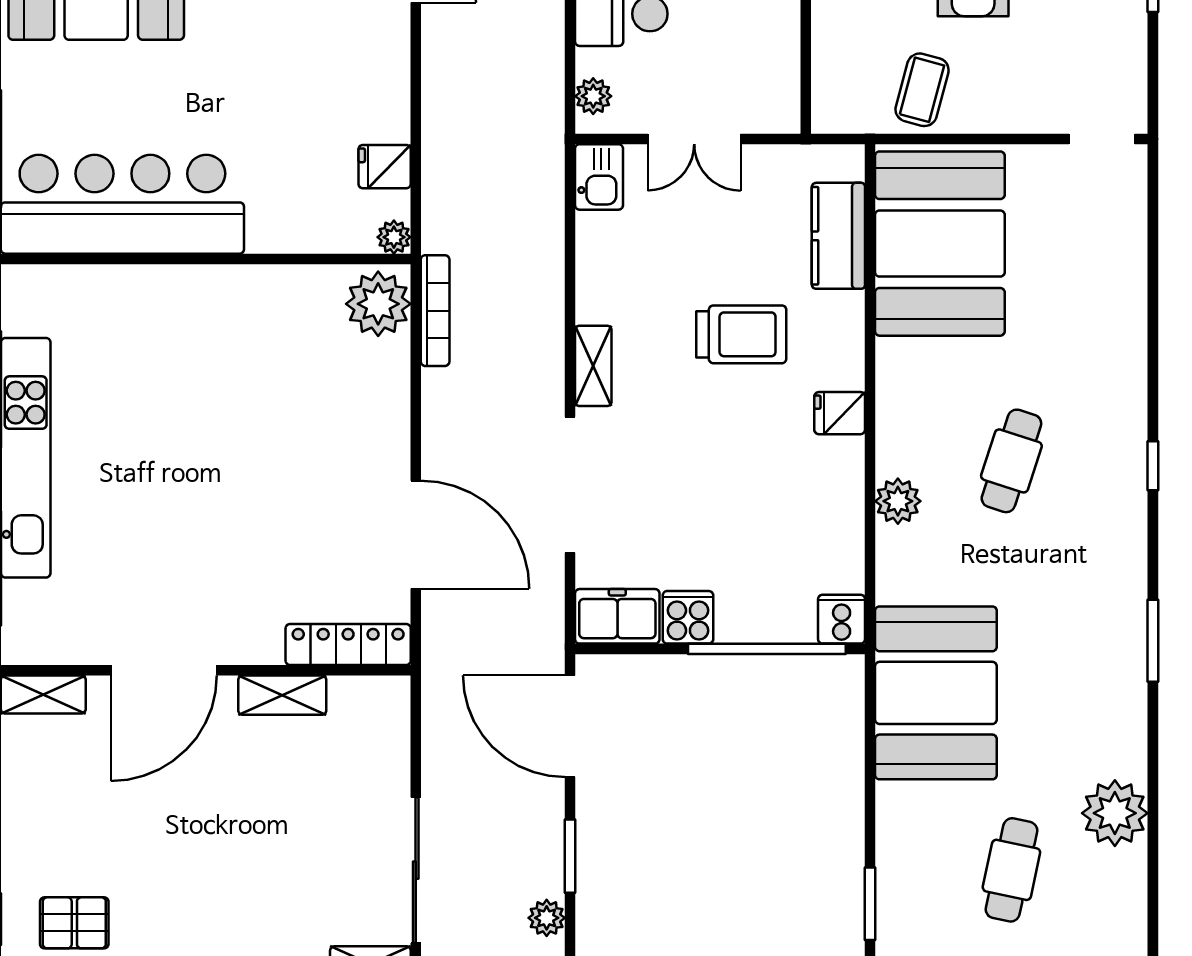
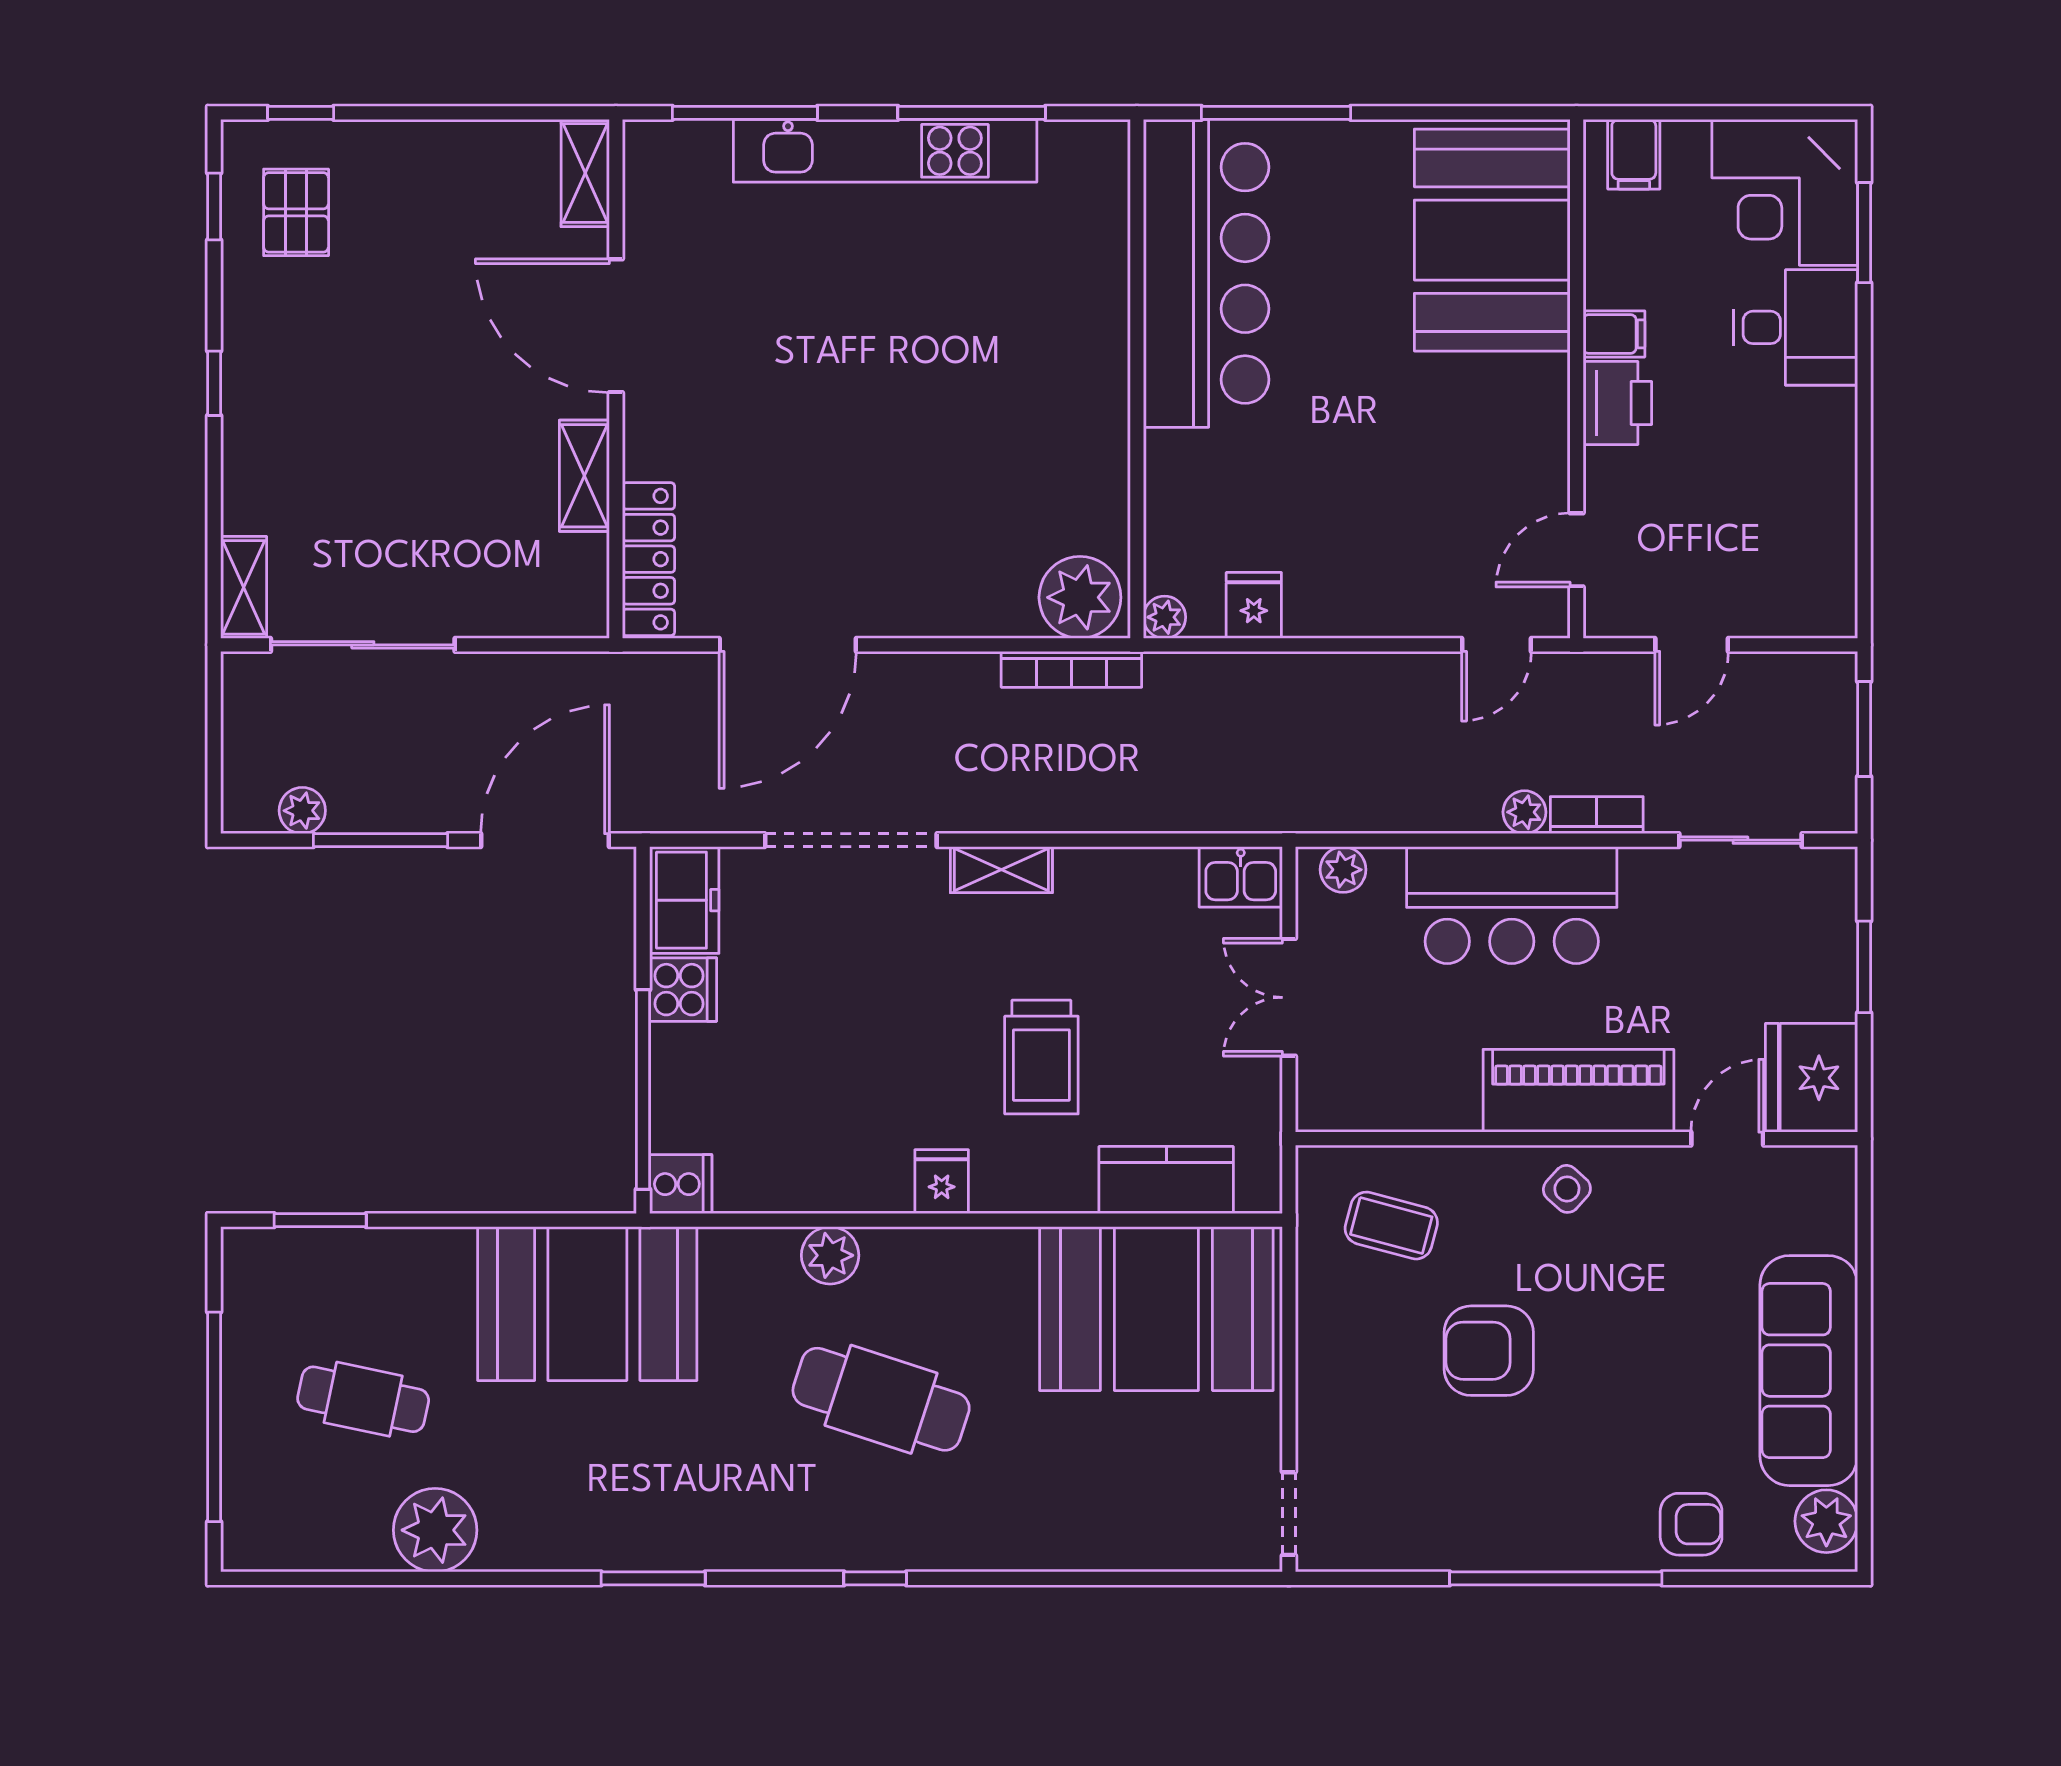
coffee table: (922, 90) -> (1391, 1226), moved
cafe table: (1011, 461) -> (881, 1399), width x1.37, depth x1.35
window: (570, 856) -> (381, 840), width x1.44

